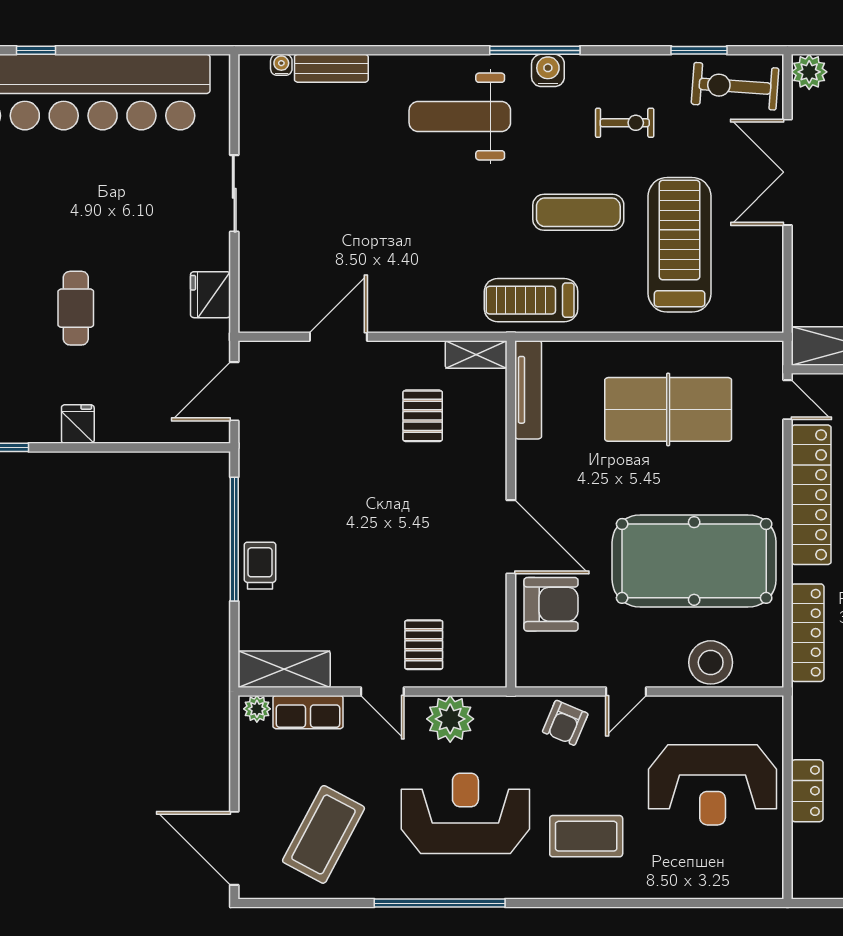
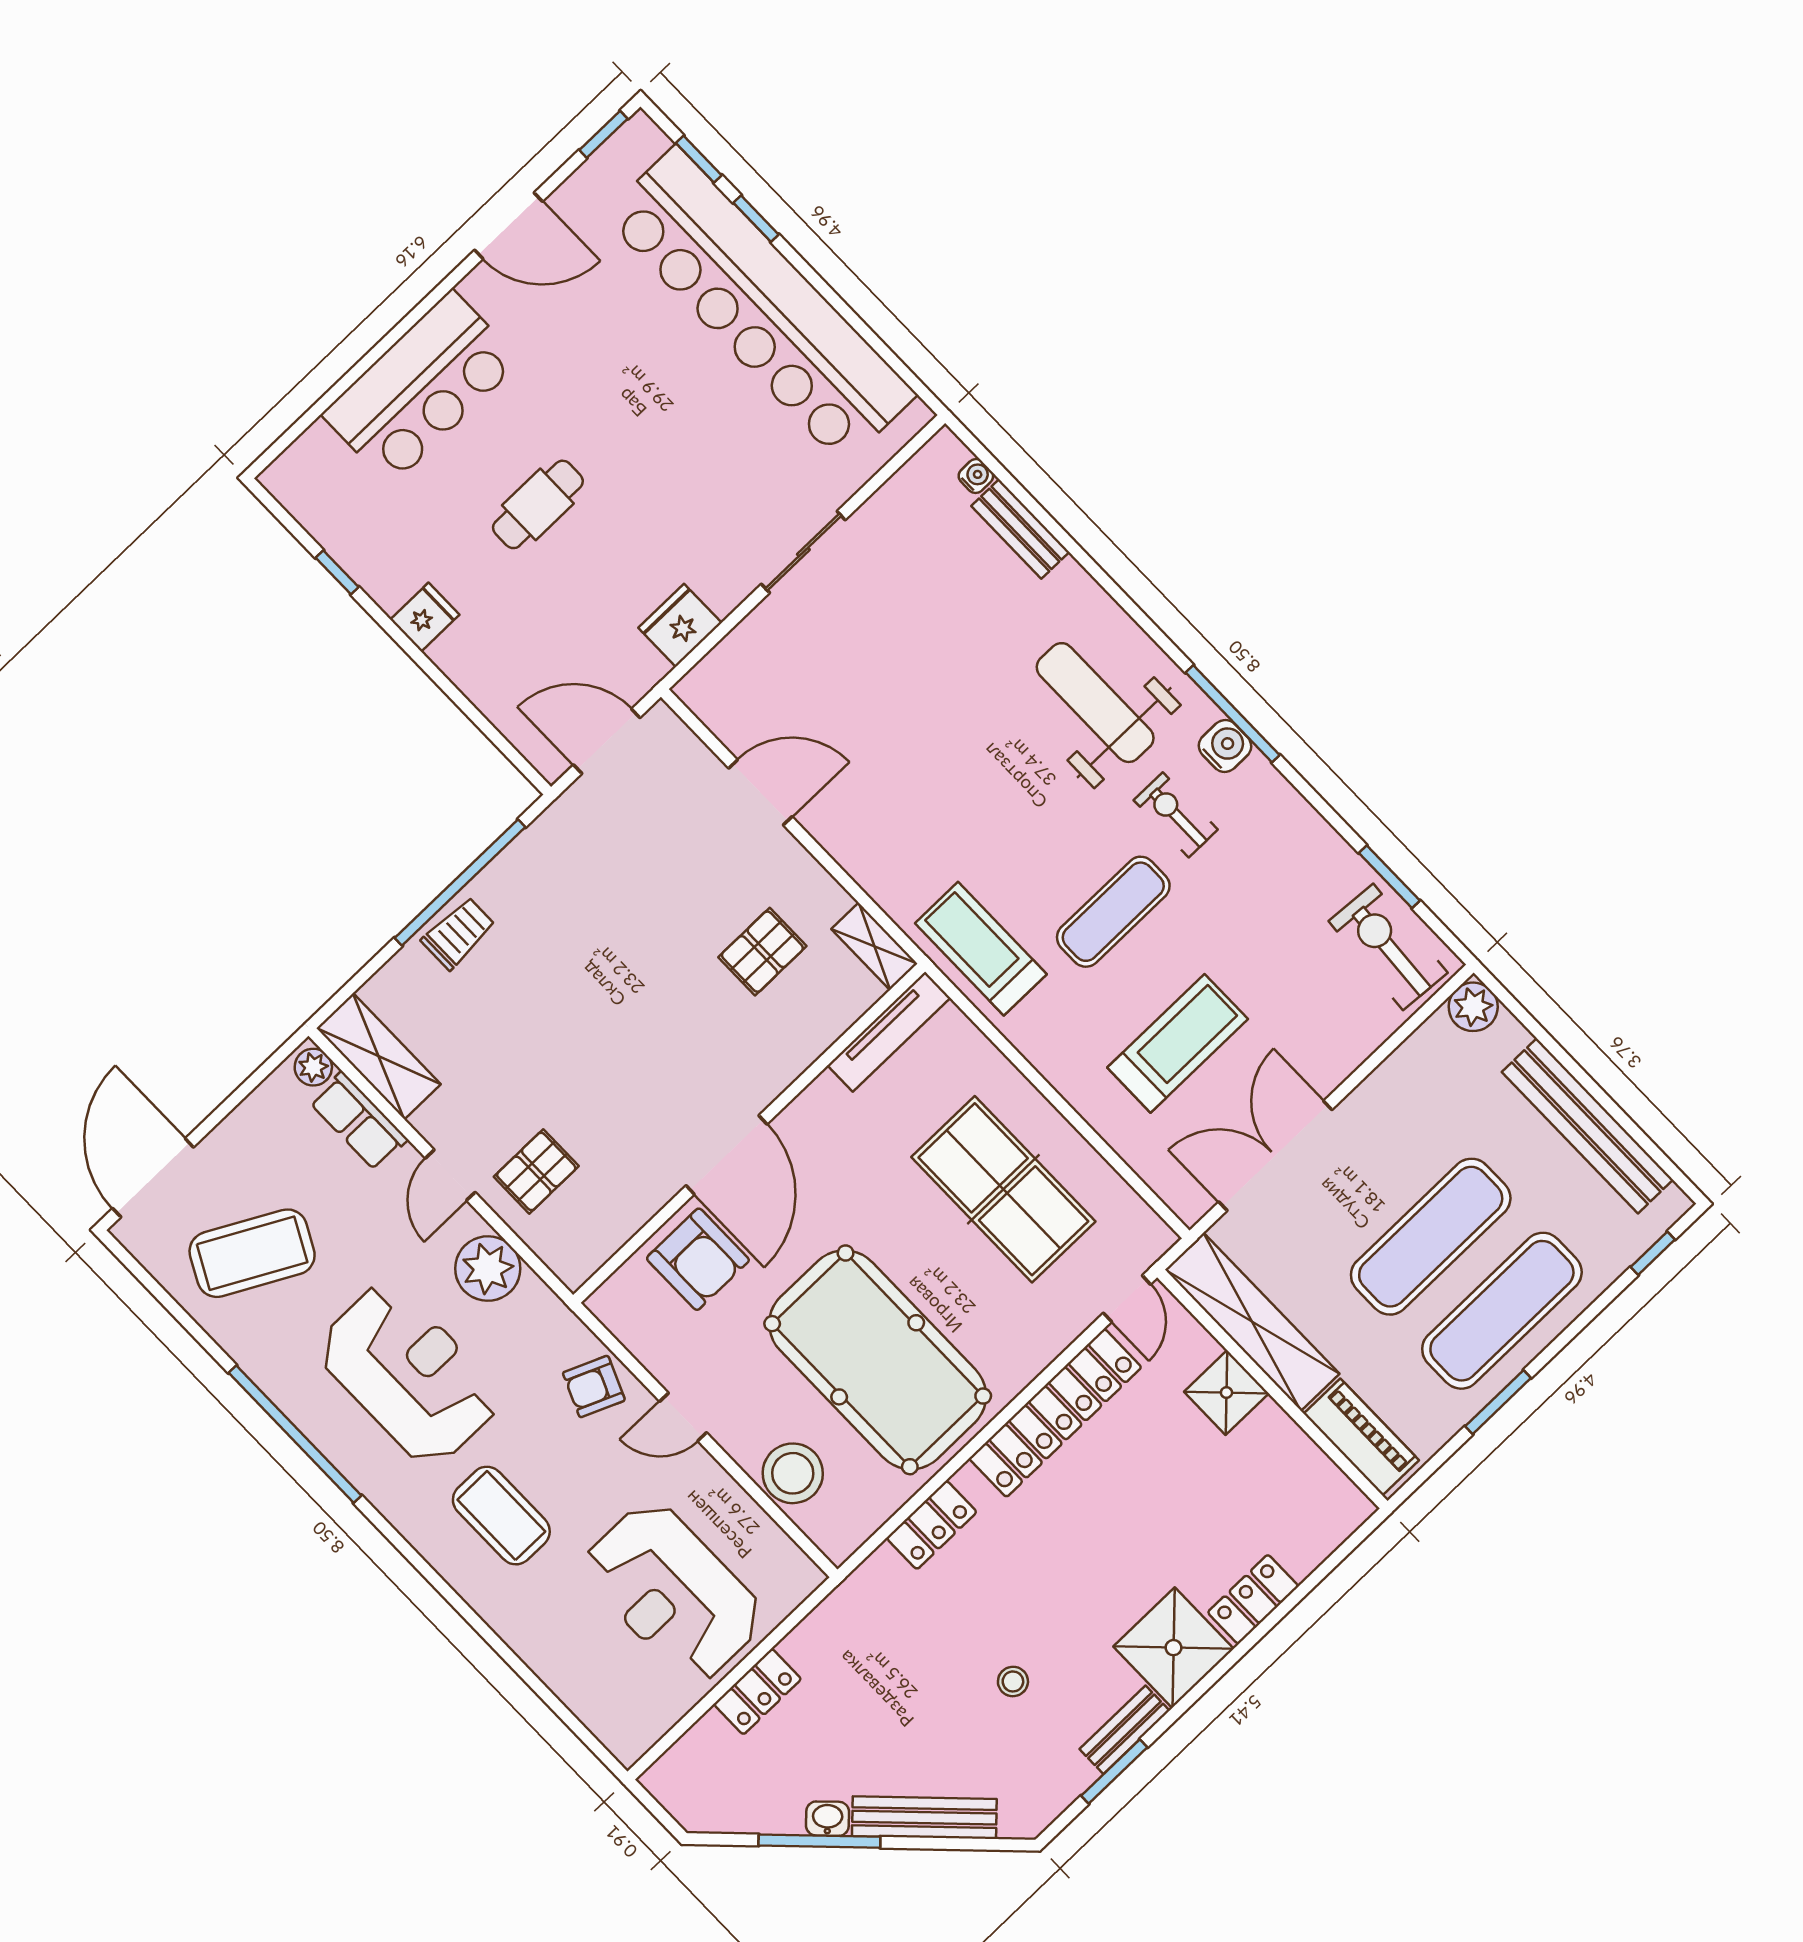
exercise bike: (625, 123) -> (1176, 815), moved, turned 180
double door: (788, 172) -> (1275, 1156), moved
exercise mat: (578, 212) -> (1113, 912), turned 90
treadmill: (680, 245) -> (1178, 1043), width x0.73, depth x0.73
locker: (808, 633) -> (932, 1525), width x0.66

